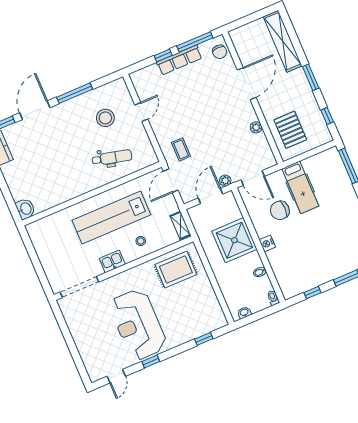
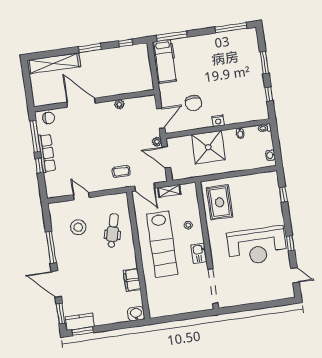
pallet: (290, 130) -> (129, 77), removed
hospital bed: (300, 187) -> (165, 61), moved, turned 90
filing cabinet: (62, 194) -> (132, 280), added
shelving: (180, 225) -> (169, 191), moved

